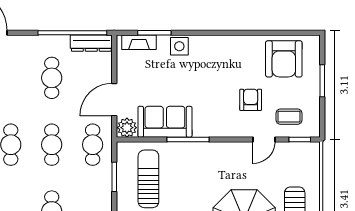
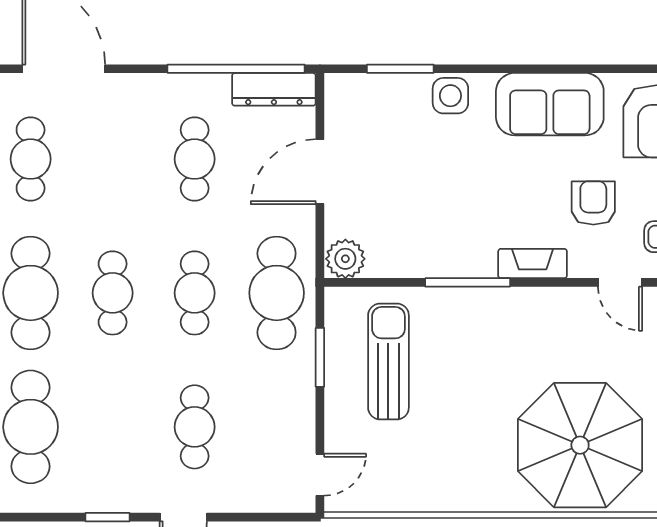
fireplace: (139, 42) -> (533, 264), moved, turned 180
door: (114, 100) -> (320, 172), moved
sofa: (165, 122) -> (550, 104), moved, turned 180
door: (264, 139) -> (620, 282), hinge flipped
cafe table: (93, 145) -> (277, 293), width x1.37, depth x1.35

